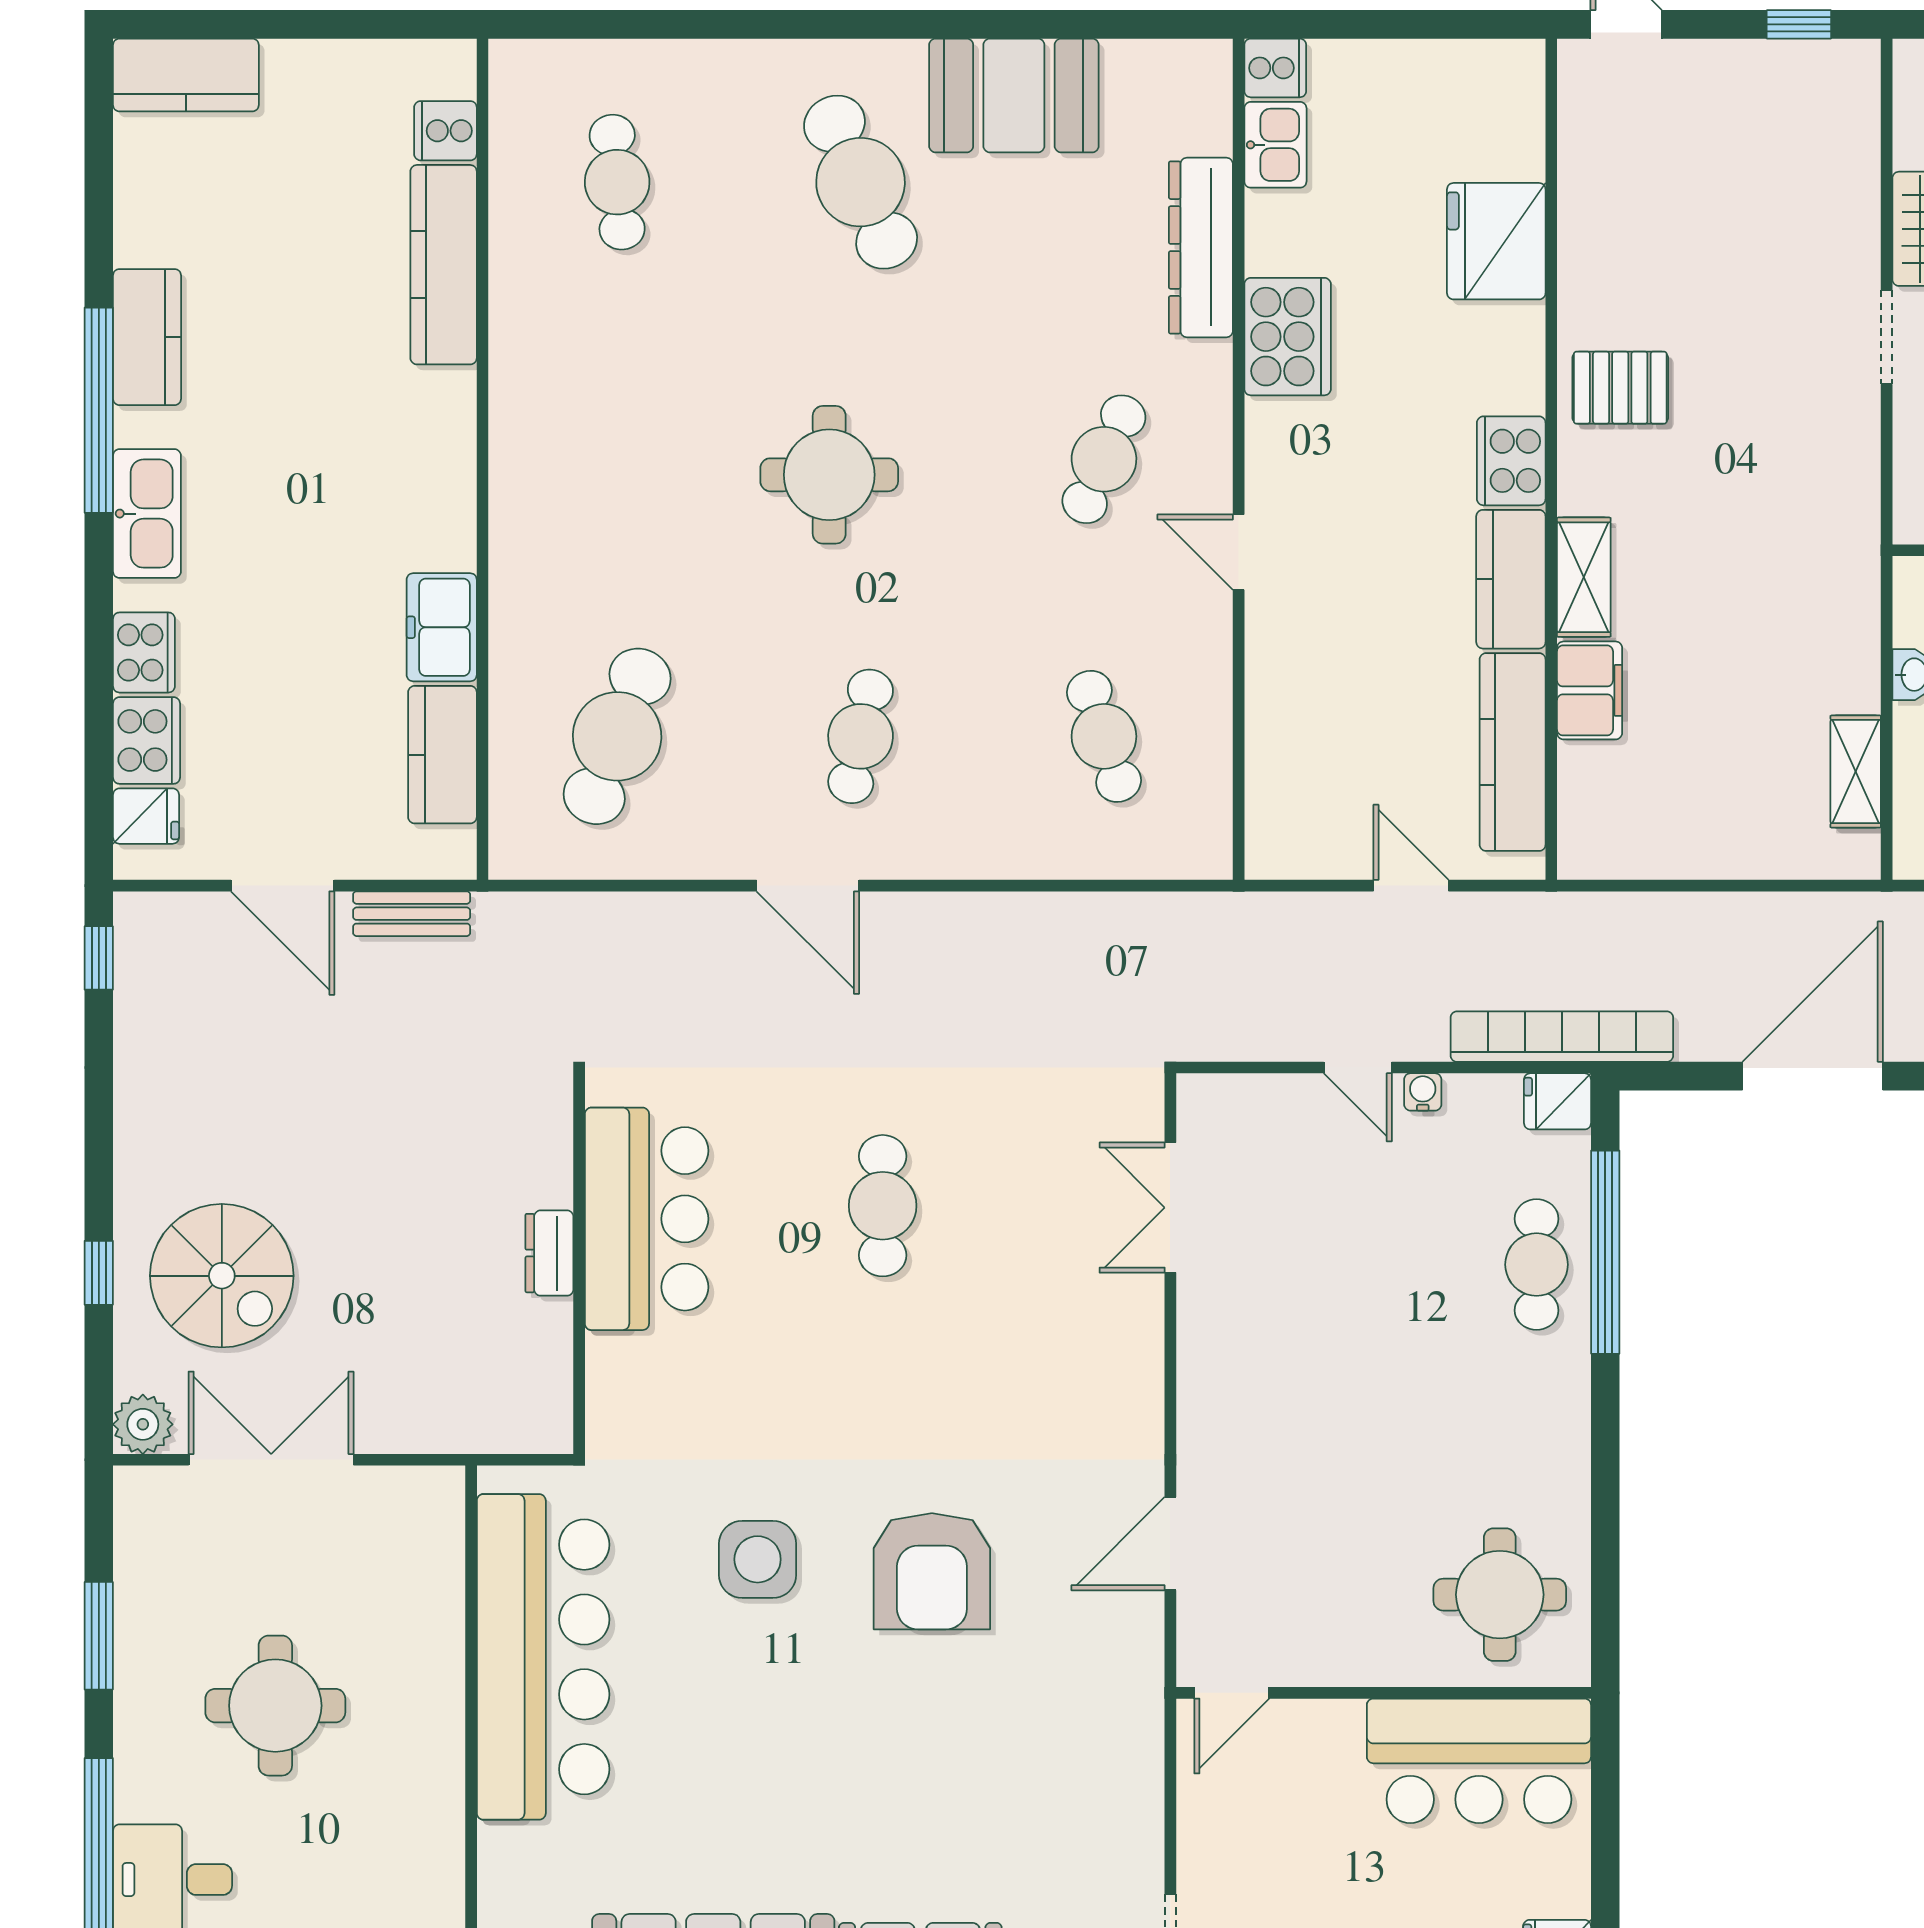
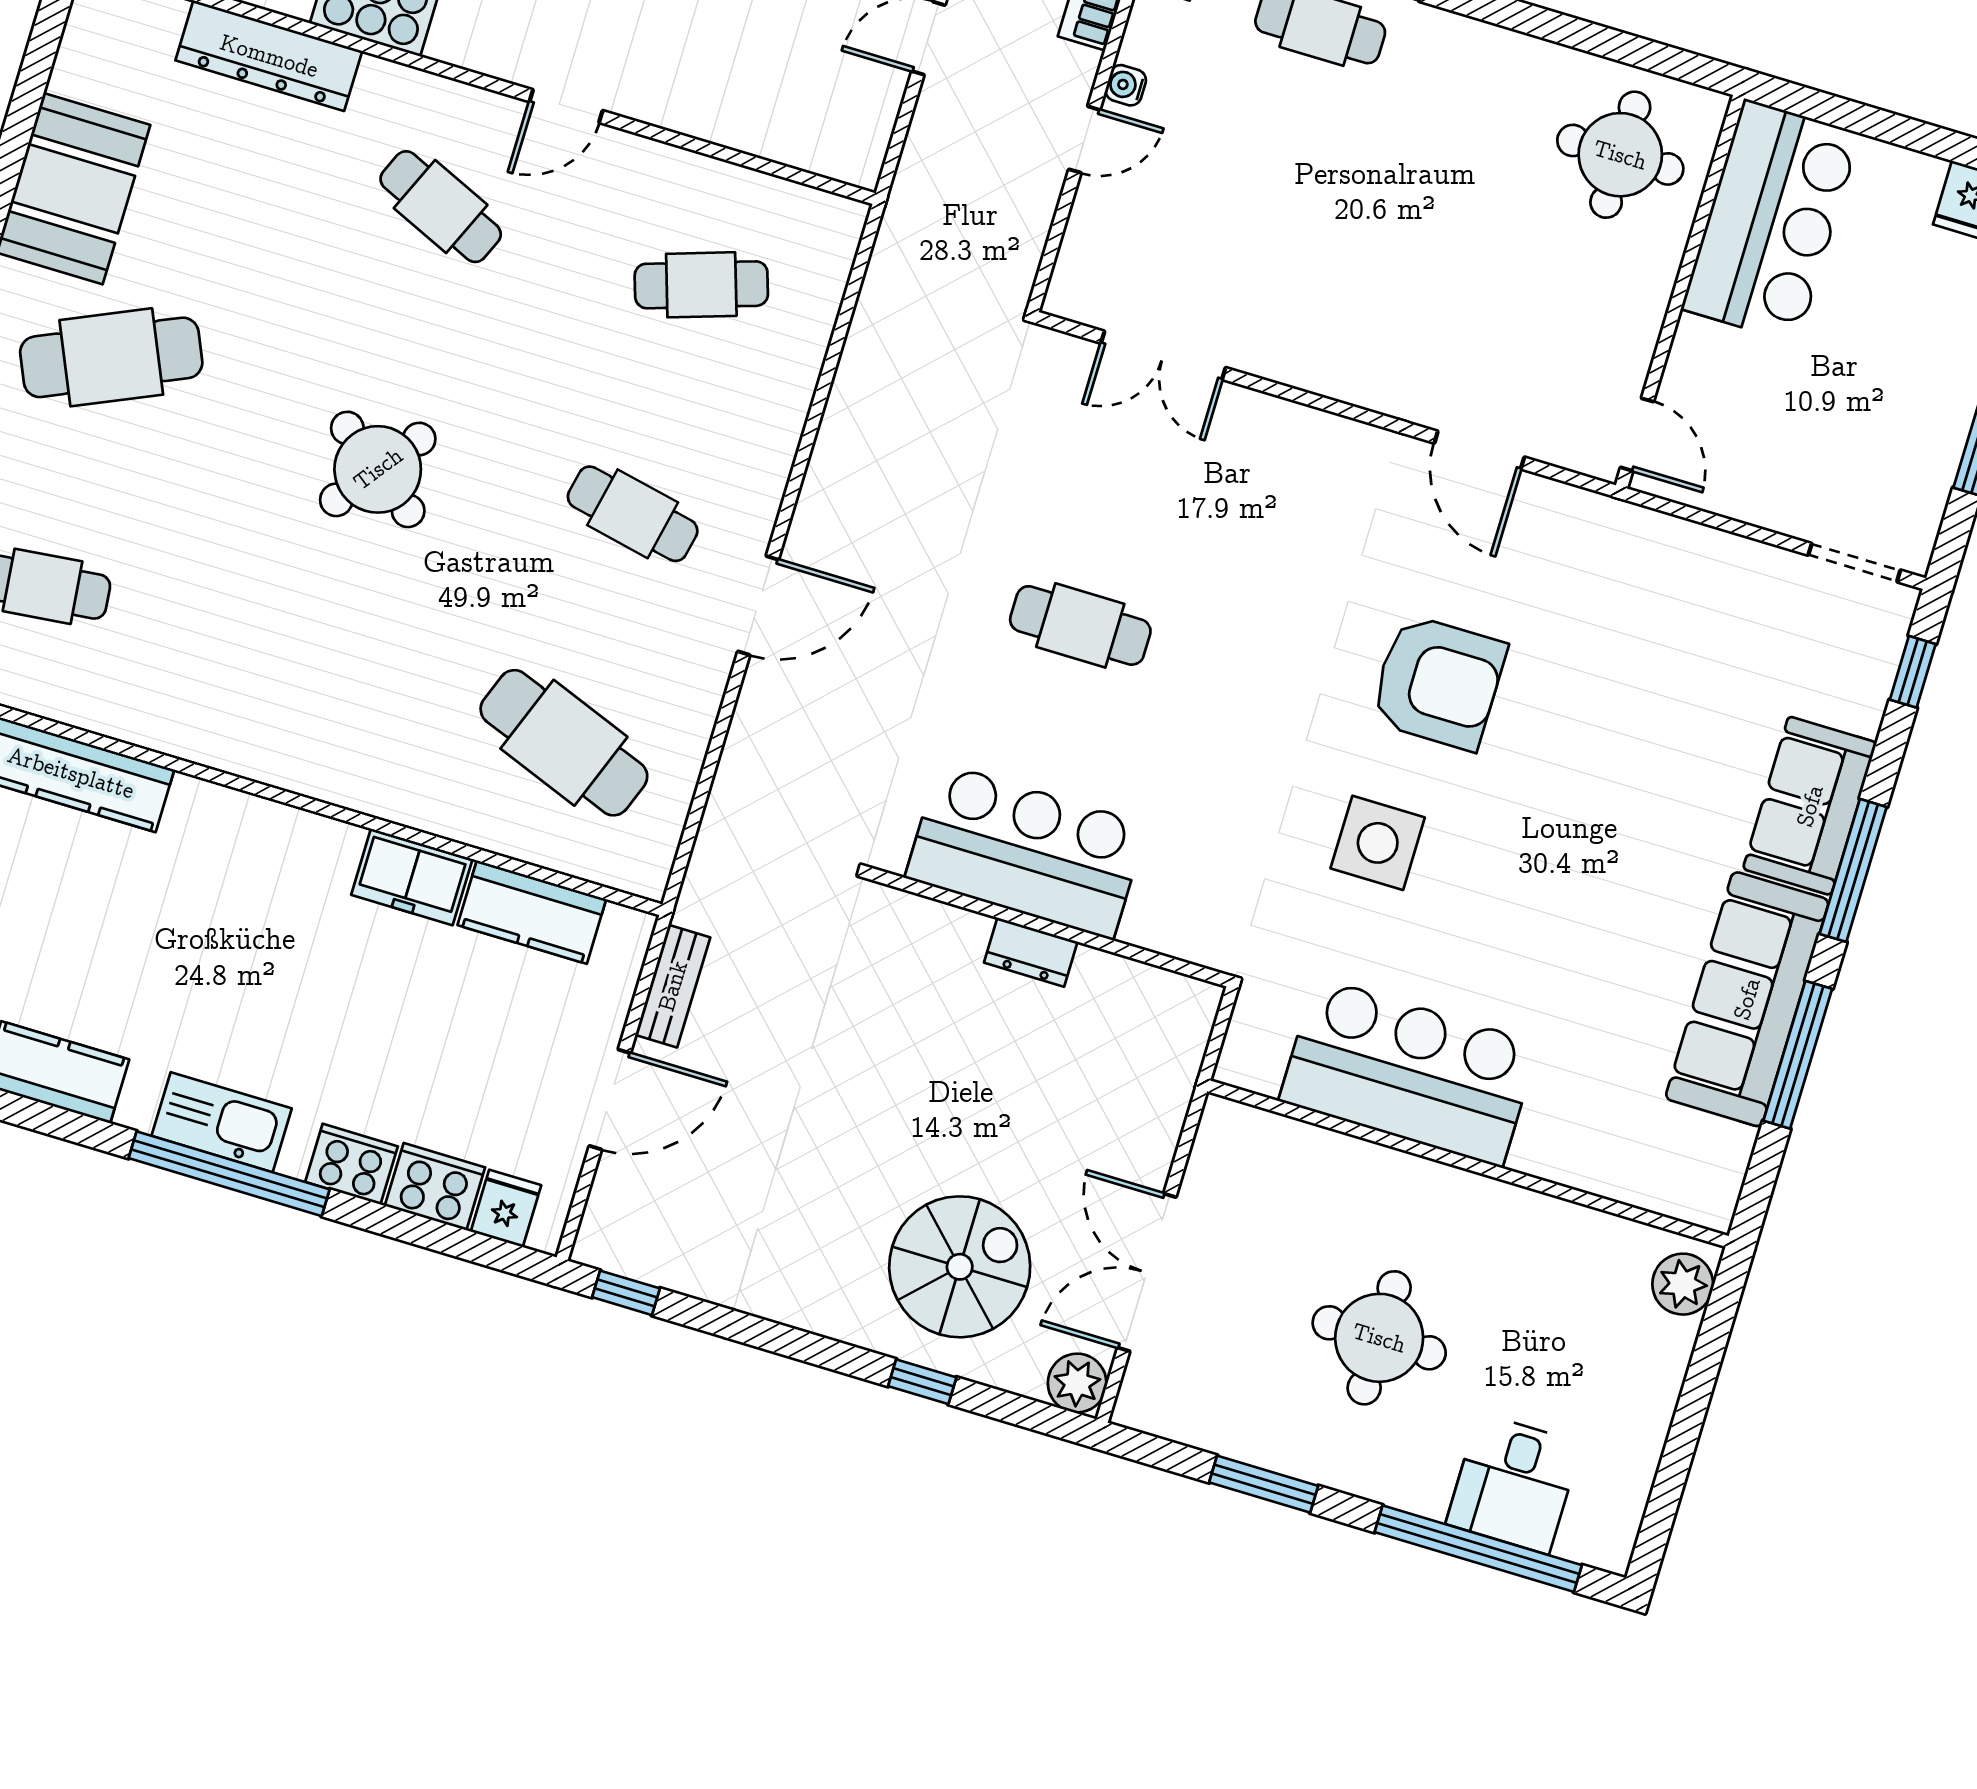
window: (99, 410) -> (229, 1174), moved
round table: (829, 475) -> (378, 469), turned 37
bar counter: (543, 1657) -> (1409, 1072), width x0.73

